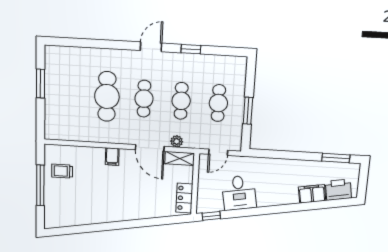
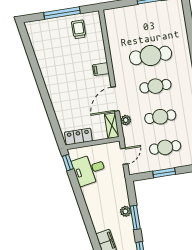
door: (218, 152) -> (124, 156), swing flipped
window: (292, 155) -> (135, 217), added
plant: (282, 165) -> (125, 211), added
desk: (239, 193) -> (89, 169), moved

